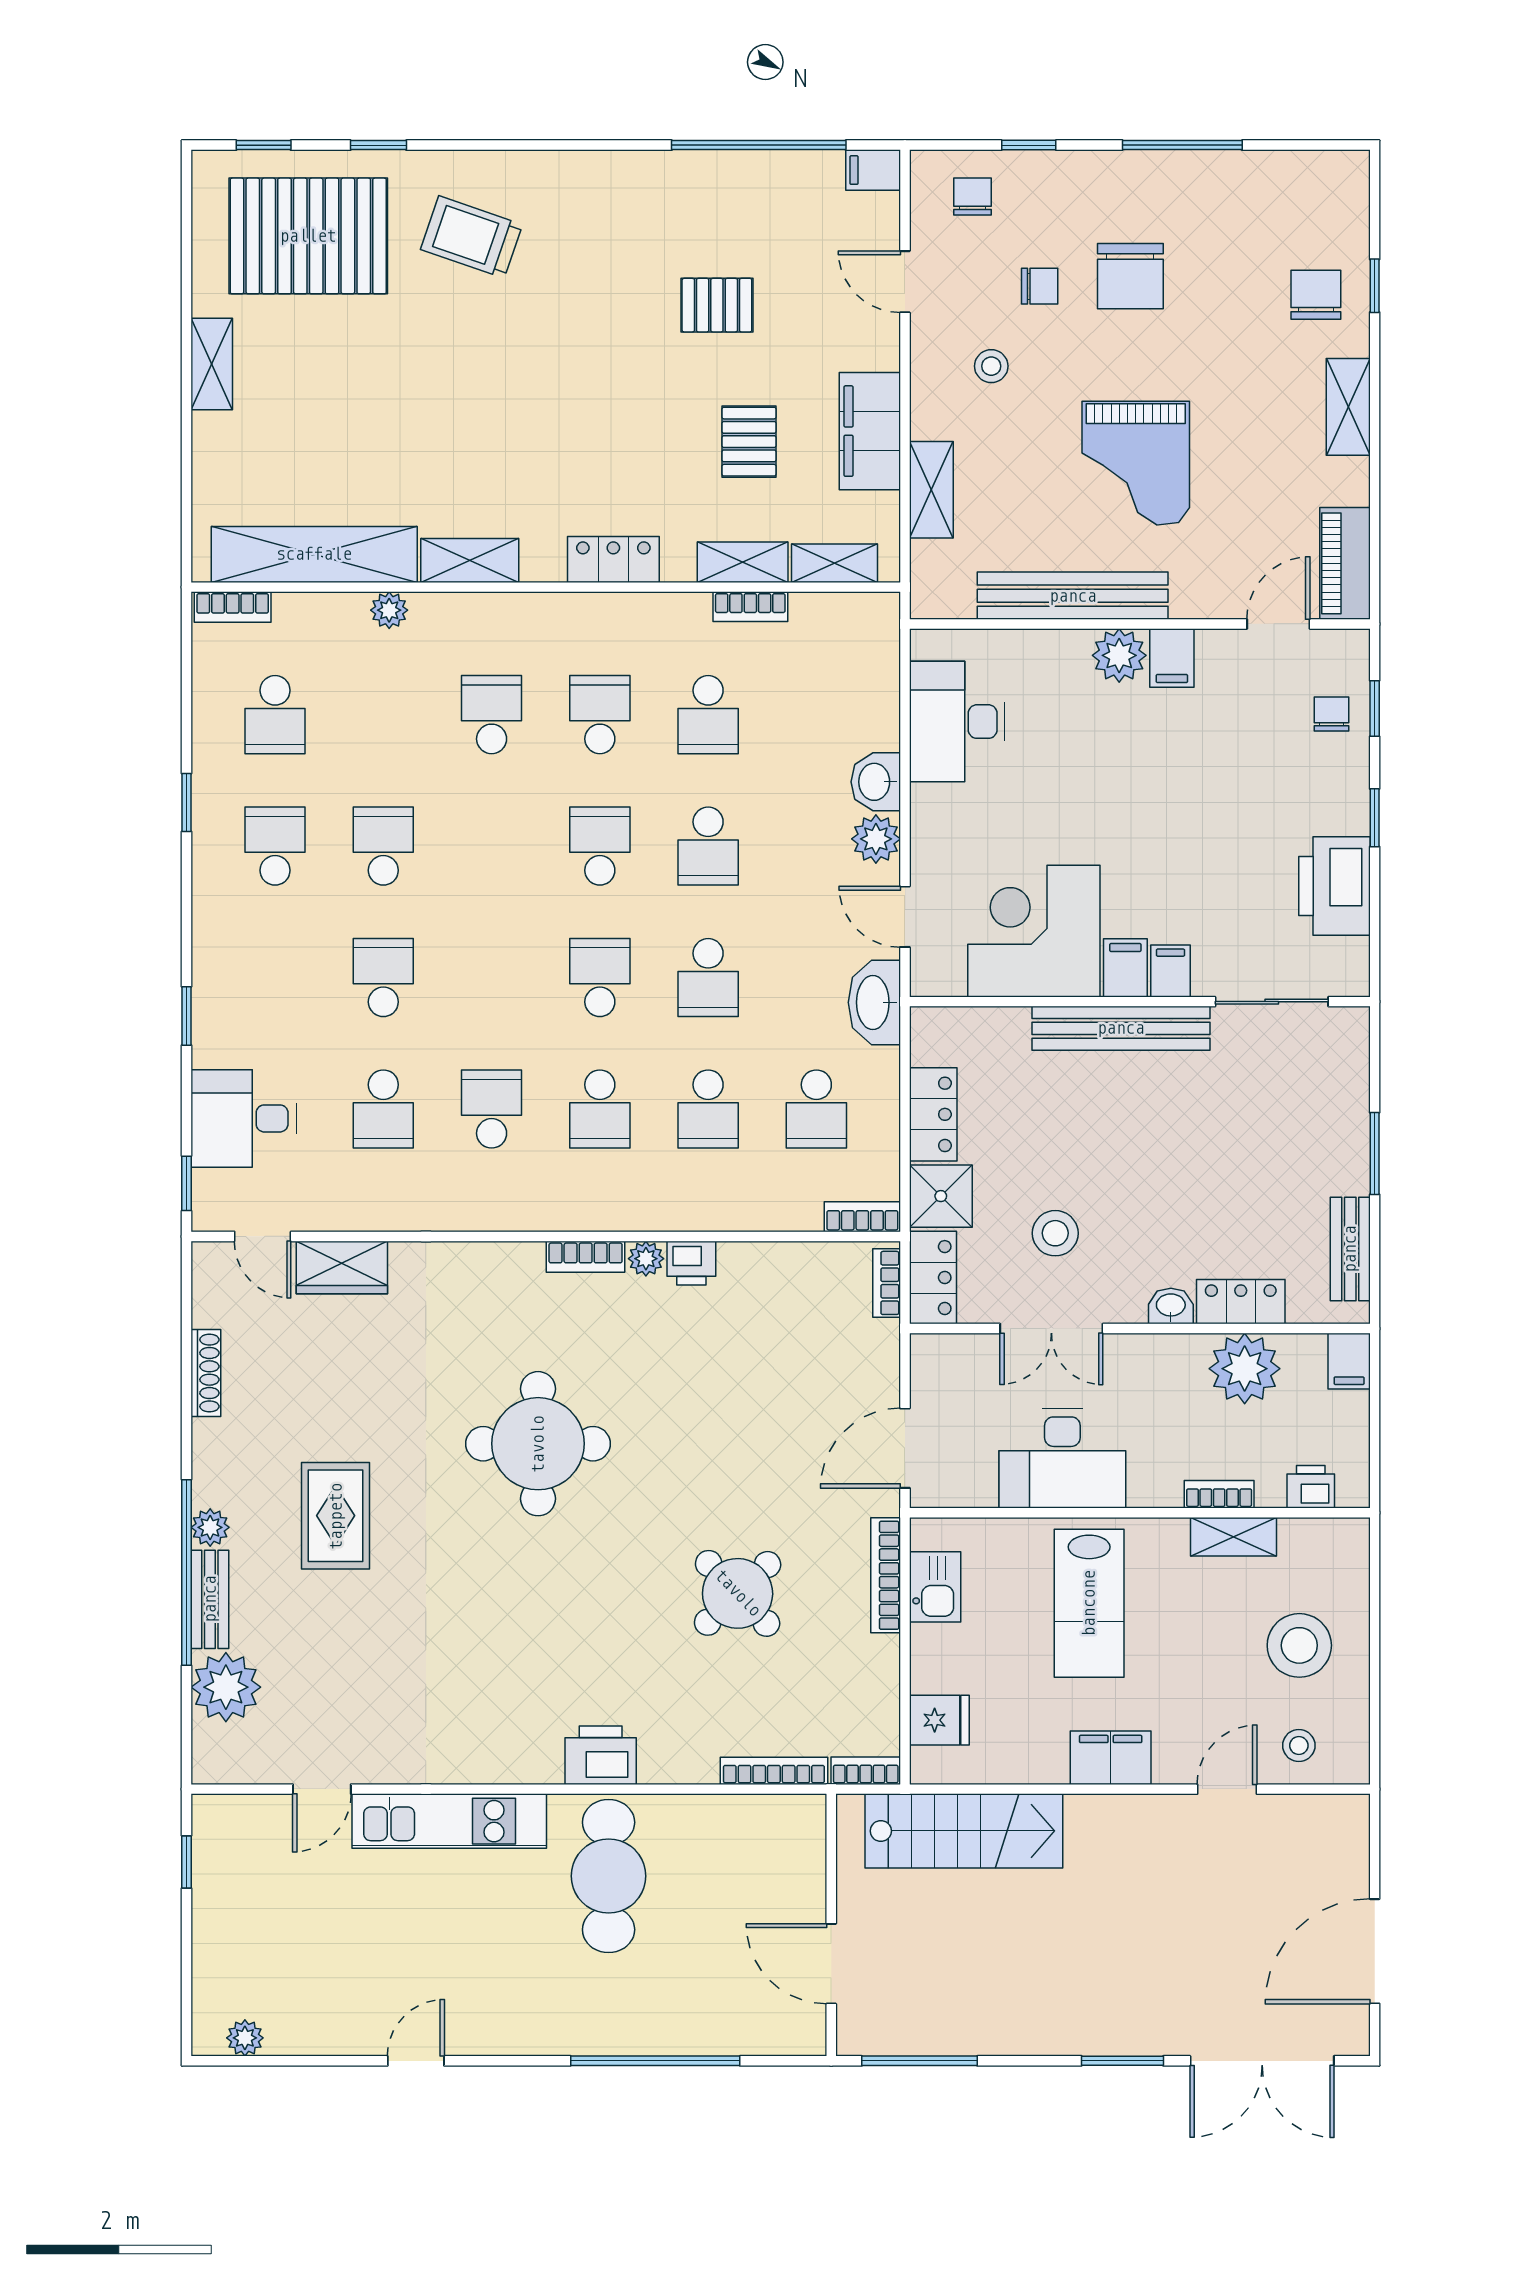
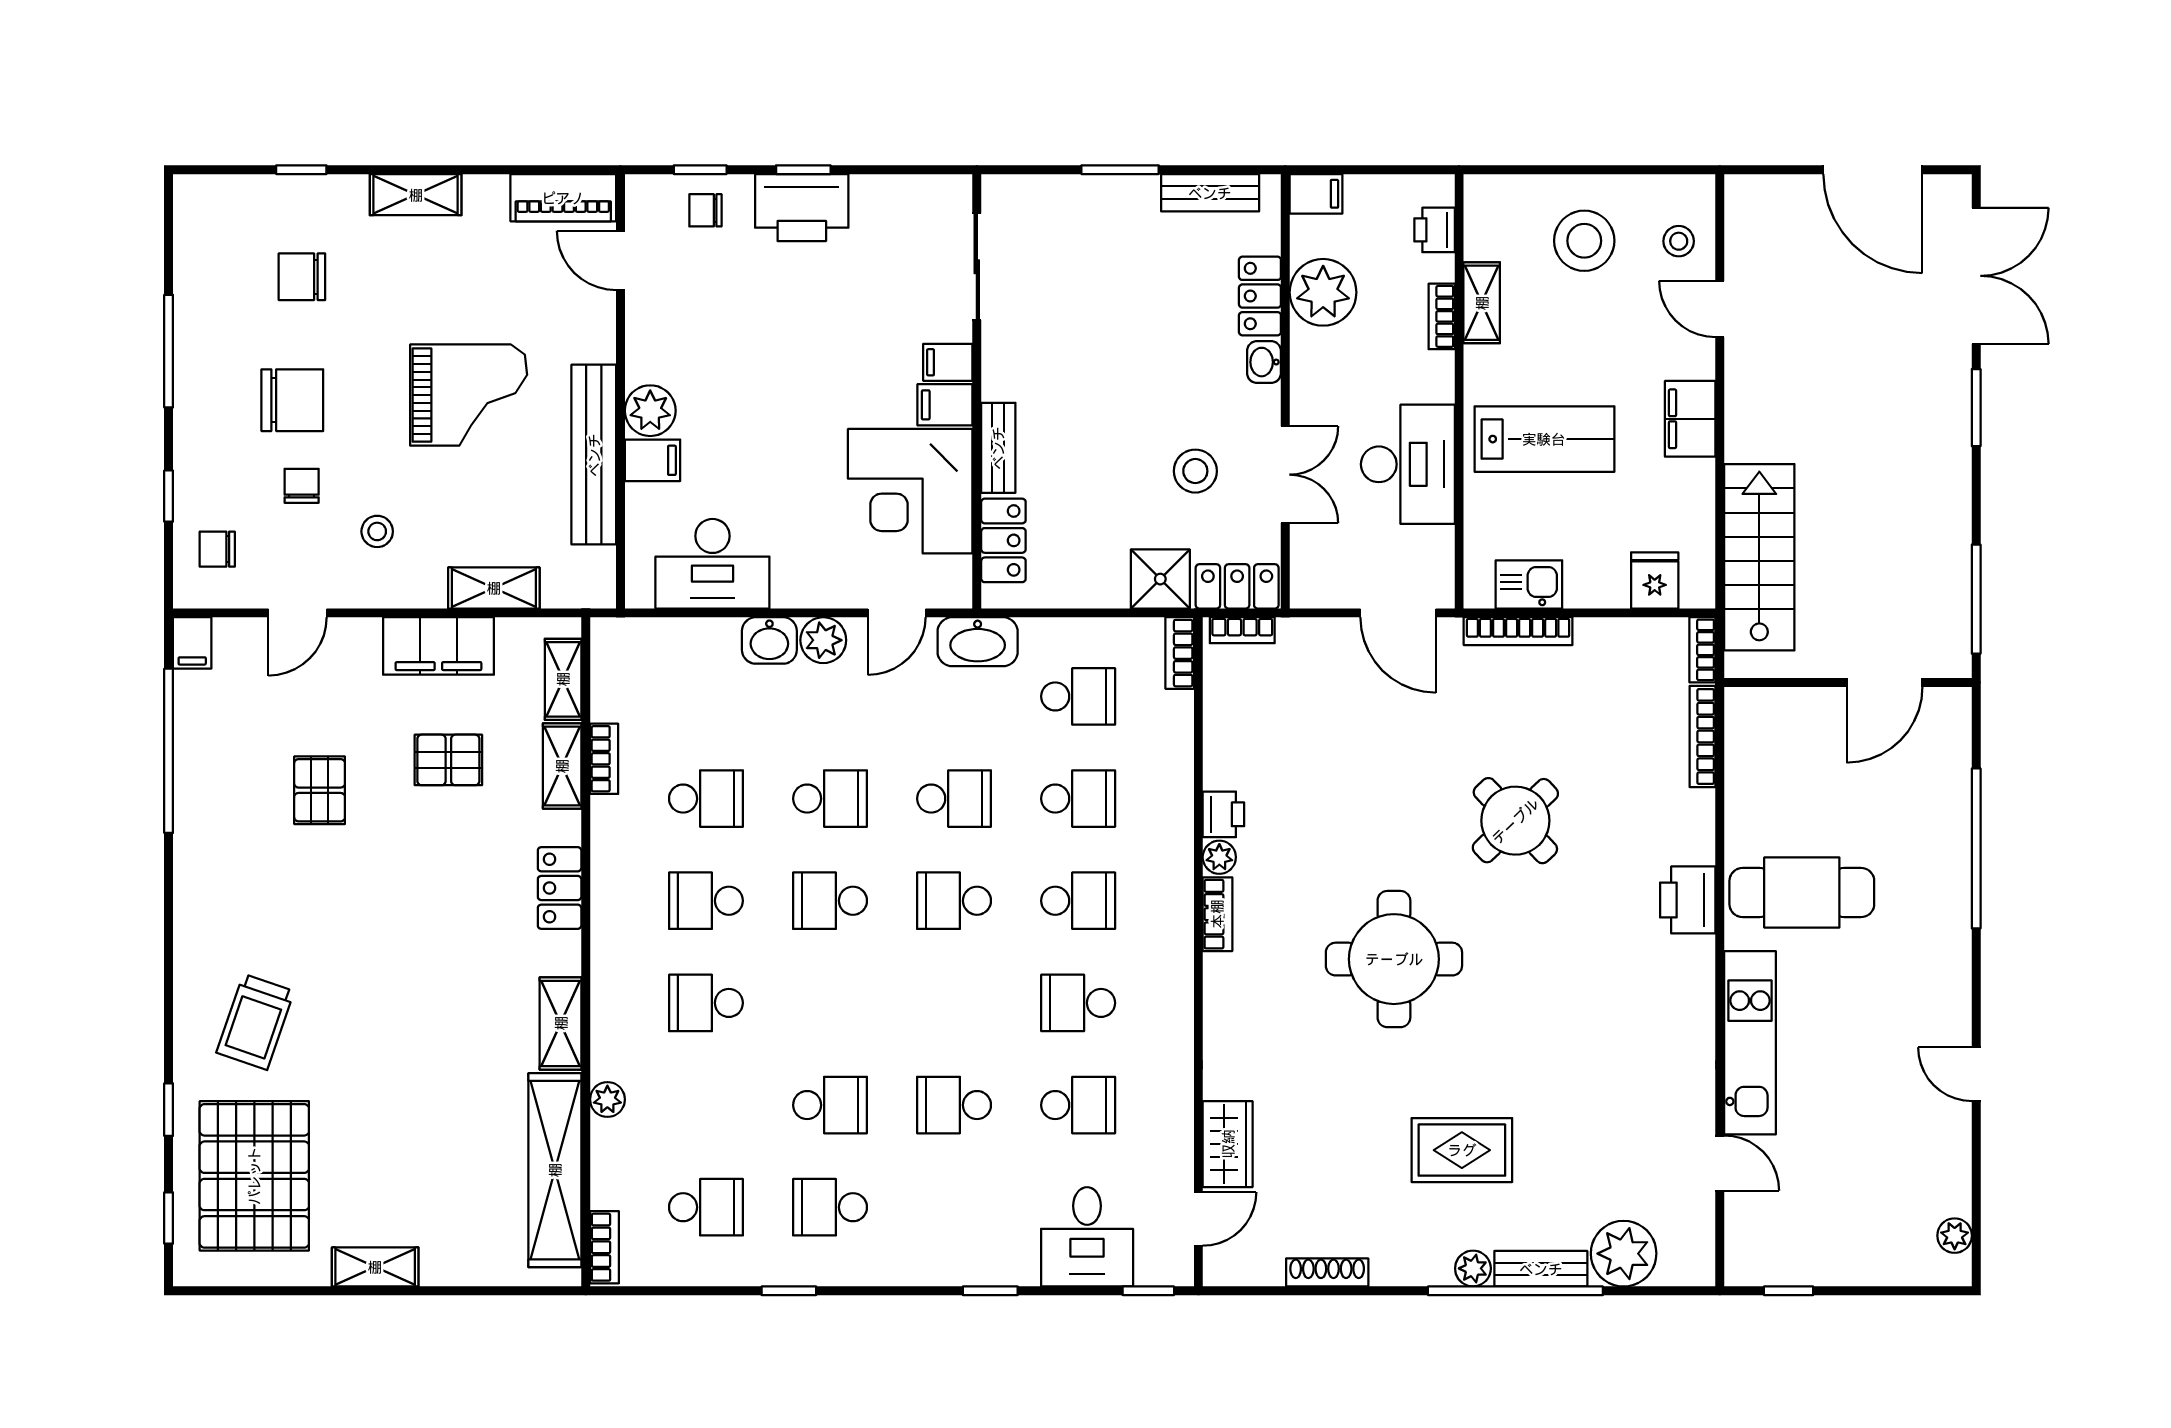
chair: (1316, 295) -> (302, 277), moved
filing cabinet: (1172, 658) -> (653, 460), moved
school desk: (383, 846) -> (830, 1105), turned 180
printer: (1334, 886) -> (802, 208), moved
bench: (1121, 1028) -> (998, 448), width x0.54, depth x0.82
locker: (933, 1114) -> (1003, 540), moved, turned 90
round table: (738, 1593) -> (1515, 821), moved

